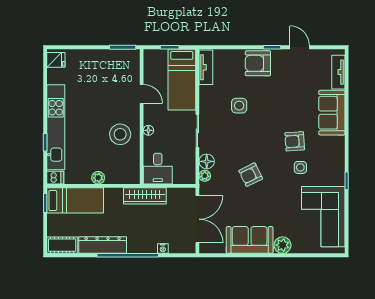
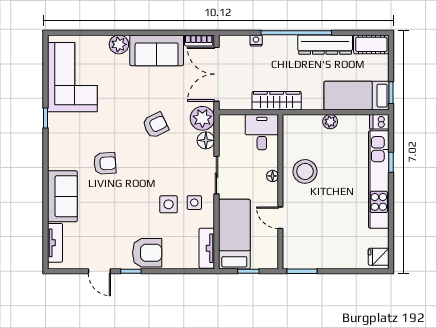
side table: (300, 167) -> (194, 203), moved
plant: (205, 176) -> (202, 118), width x1.88, depth x1.88
bookcase: (213, 249) -> (199, 40), added

